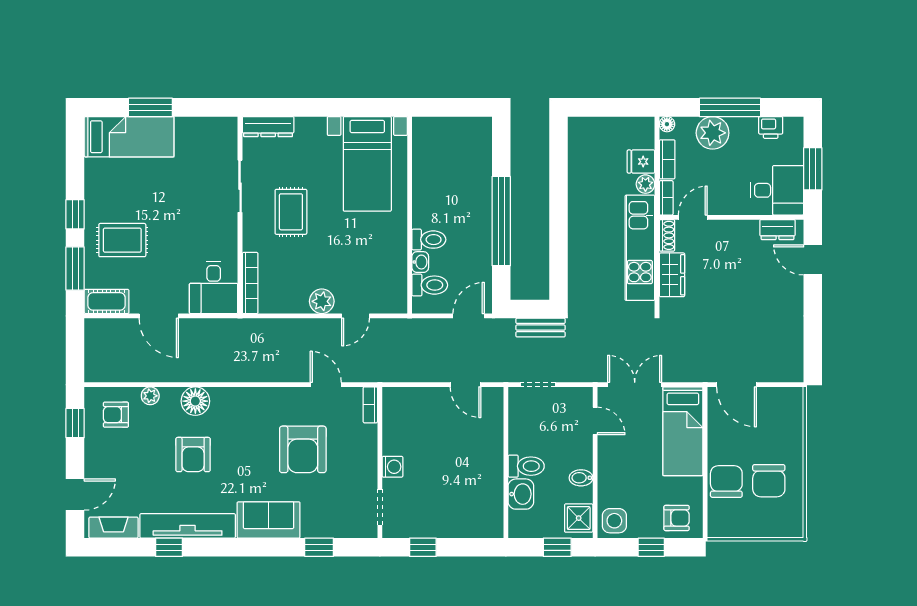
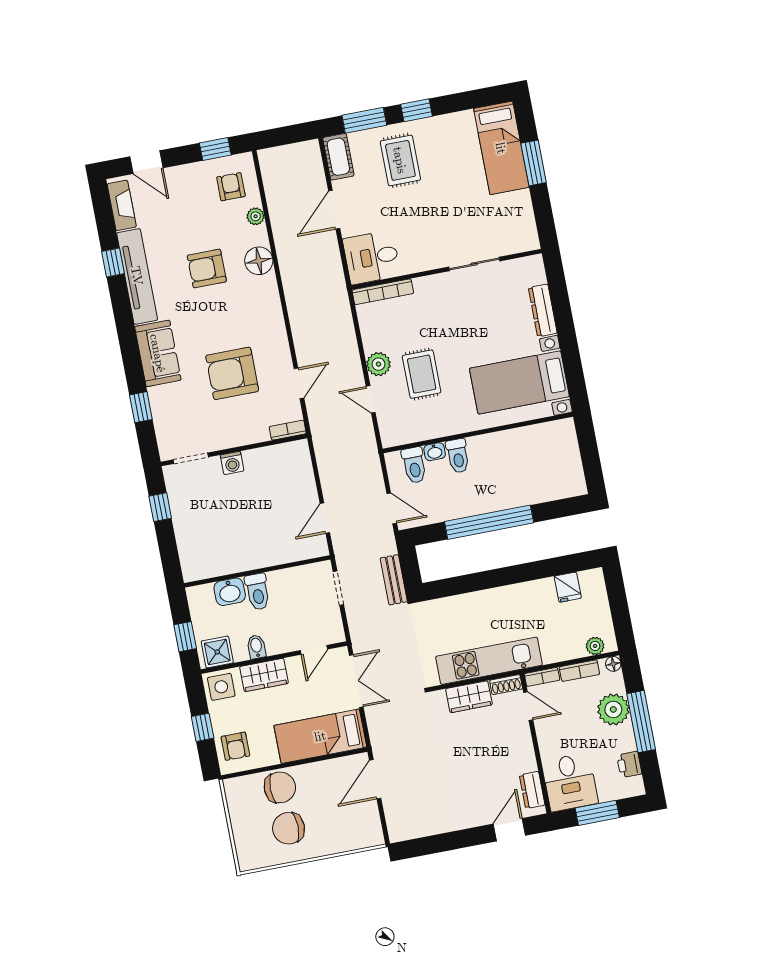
dresser: (268, 127) -> (543, 310), moved
fridge: (641, 162) -> (568, 587), moved, turned 180
plant: (645, 184) -> (595, 646), moved
rug: (291, 212) -> (422, 374), moved, turned 90
wardrobe: (611, 476) -> (264, 675), added

